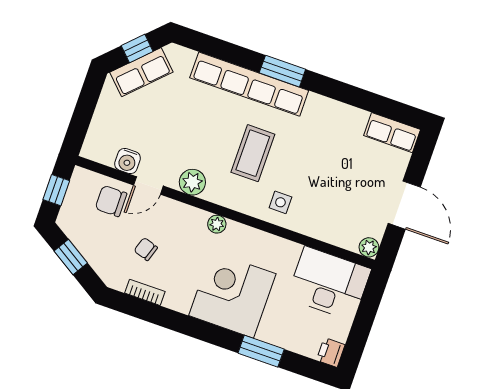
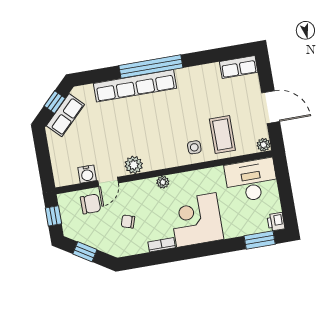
window: (282, 71) -> (151, 67), width x2.11
coffee table: (253, 153) -> (222, 135), moved
chair: (111, 201) -> (90, 204), turned 180
bookcase: (145, 292) -> (162, 245), moved
window: (261, 351) -> (260, 240), moved

